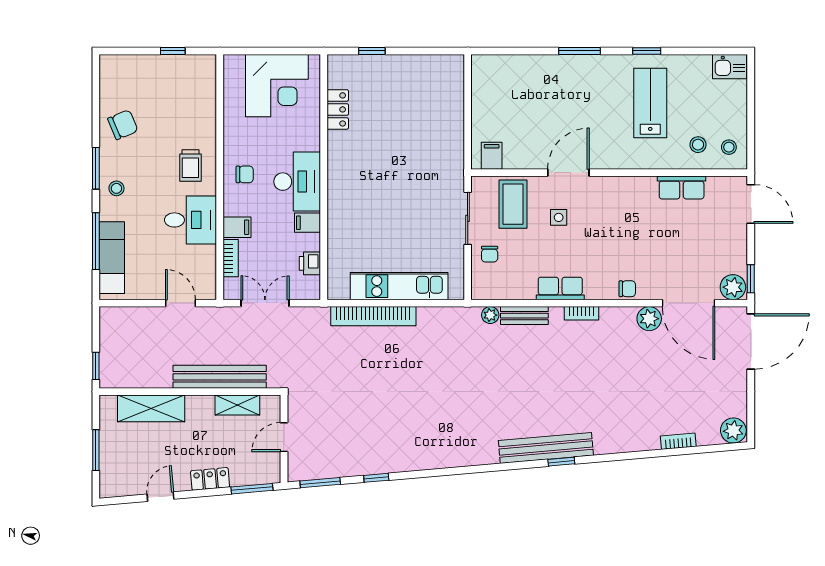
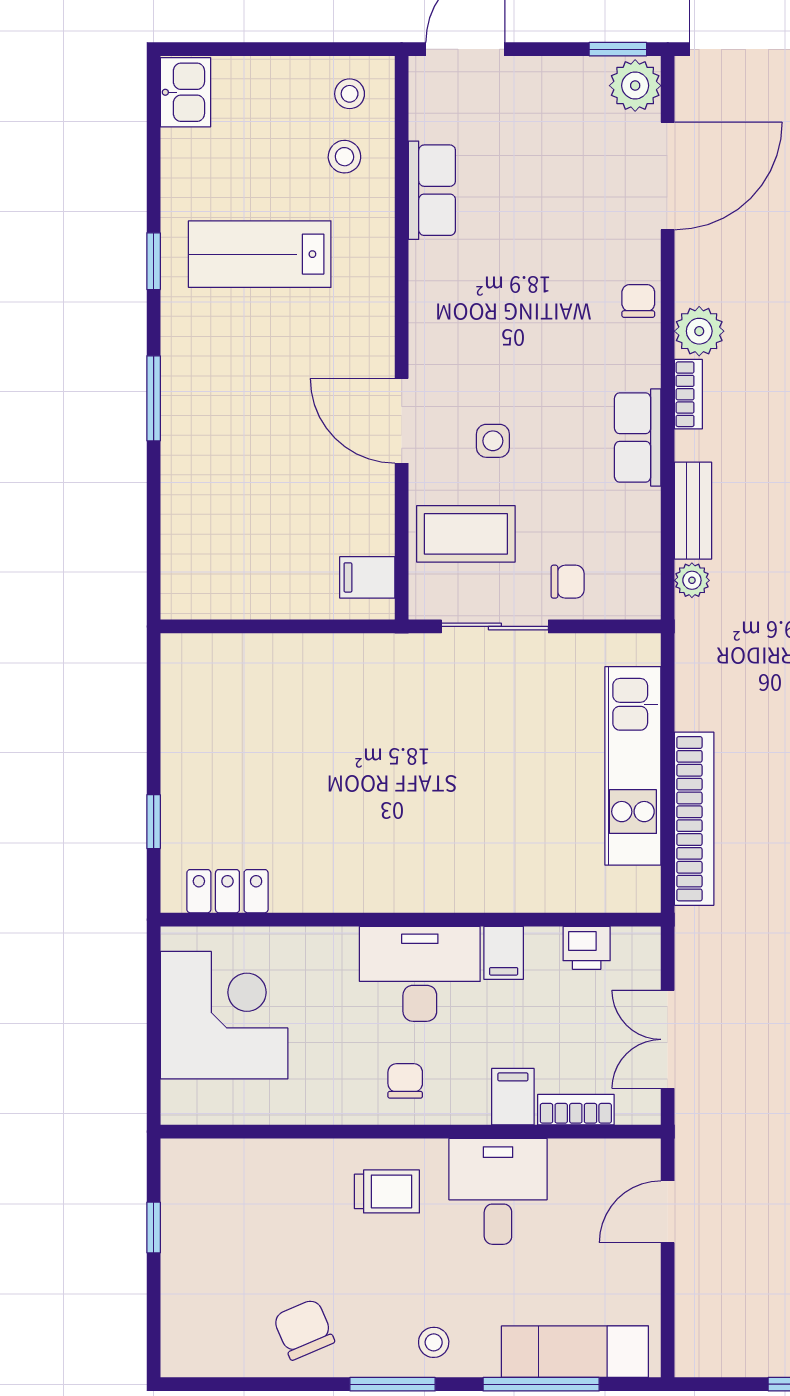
locker: (338, 109) -> (227, 891), moved
plant: (649, 319) -> (699, 331), moved

